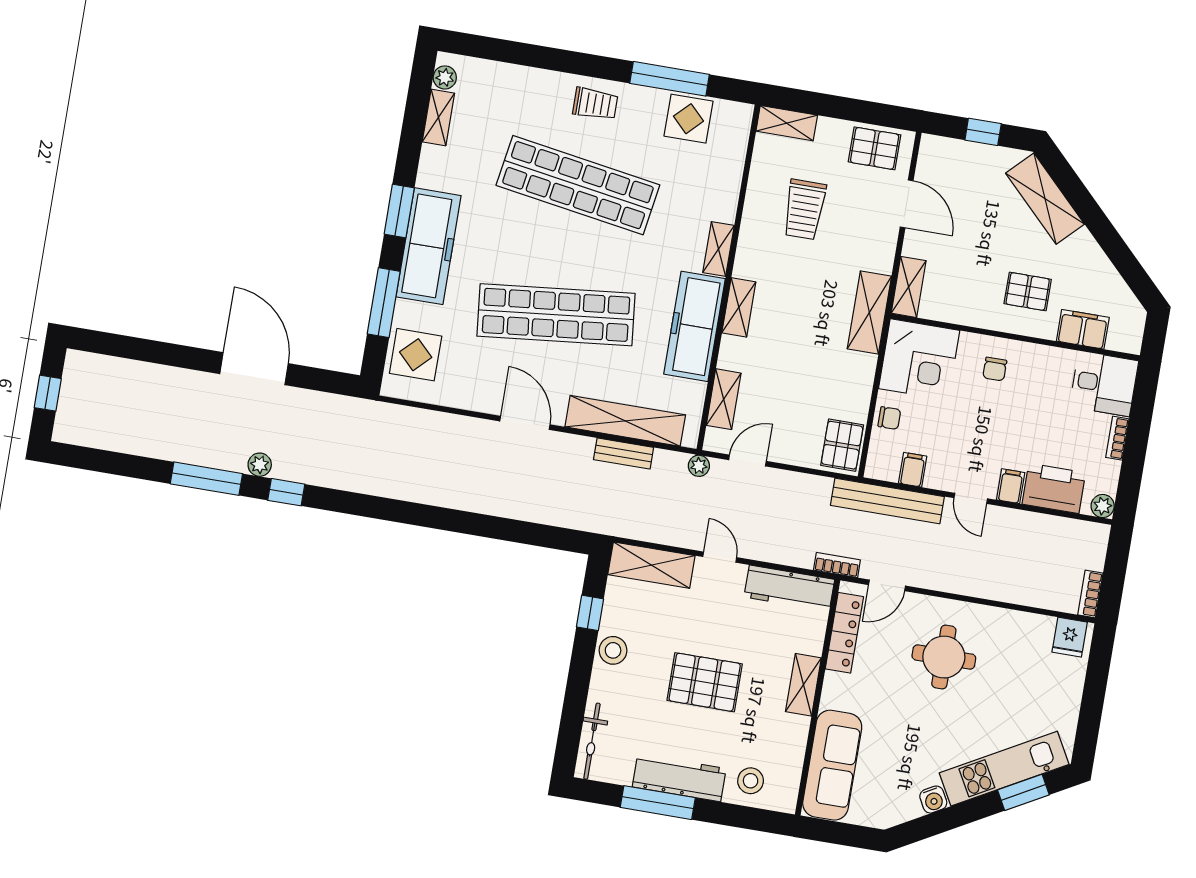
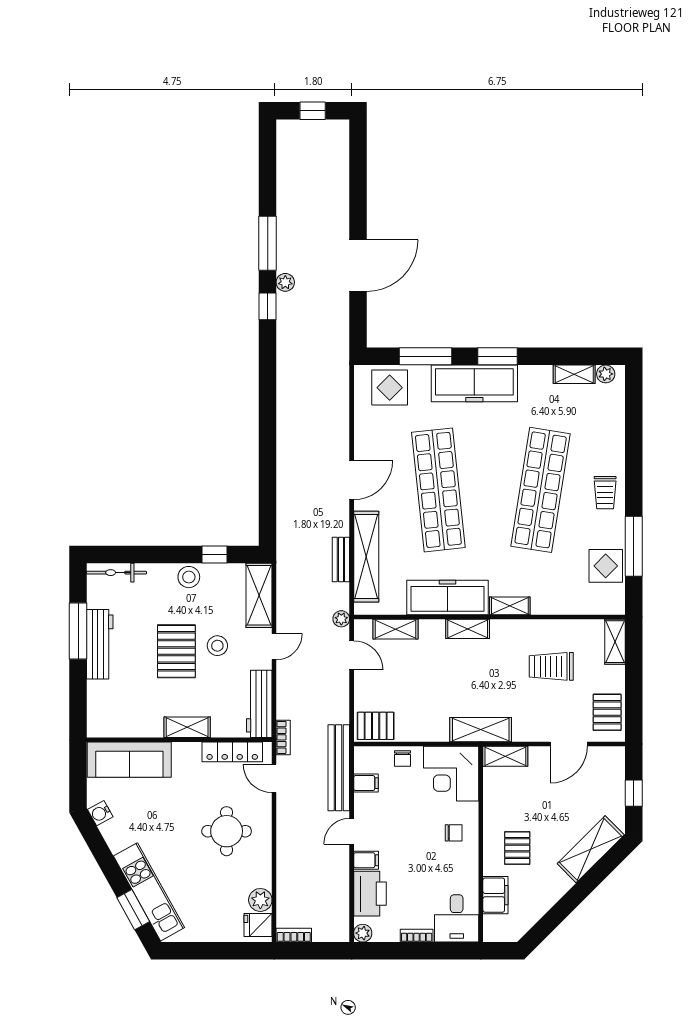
chair: (995, 369) -> (454, 833), turned 180
plant: (1038, 629) -> (260, 900), added
stool: (751, 781) -> (217, 646), moved
water cooler: (933, 800) -> (100, 813), moved

